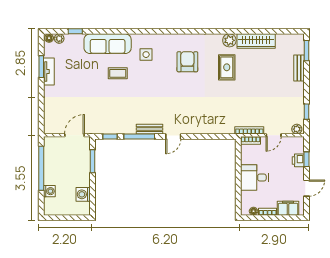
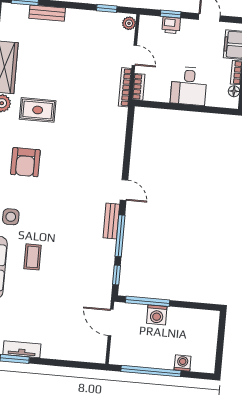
armchair: (187, 62) -> (25, 162), turned -90
window: (93, 161) -> (148, 301), width x1.44
washing machine: (83, 194) -> (157, 315), moved

